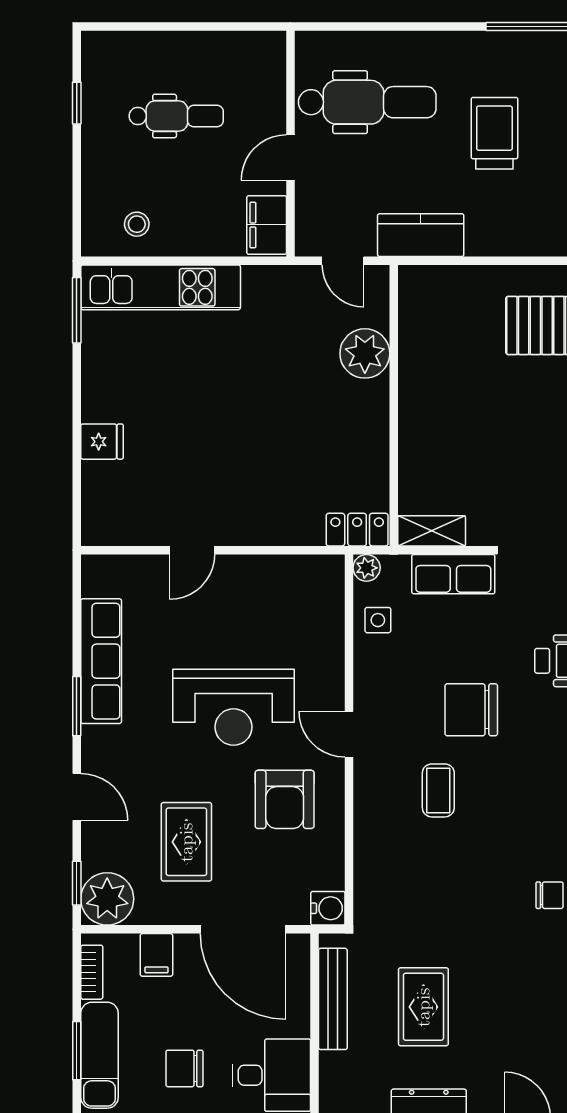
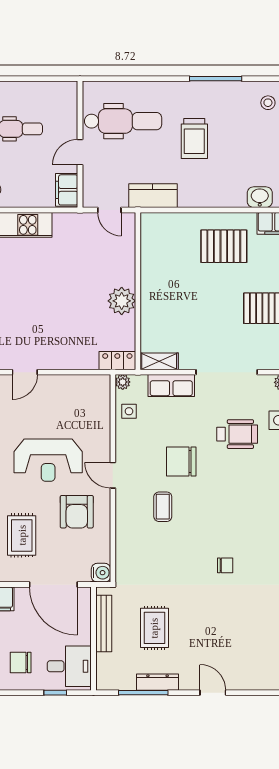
trolley: (494, 133) -> (194, 138), turned 180
plant: (365, 353) -> (122, 301), moved

